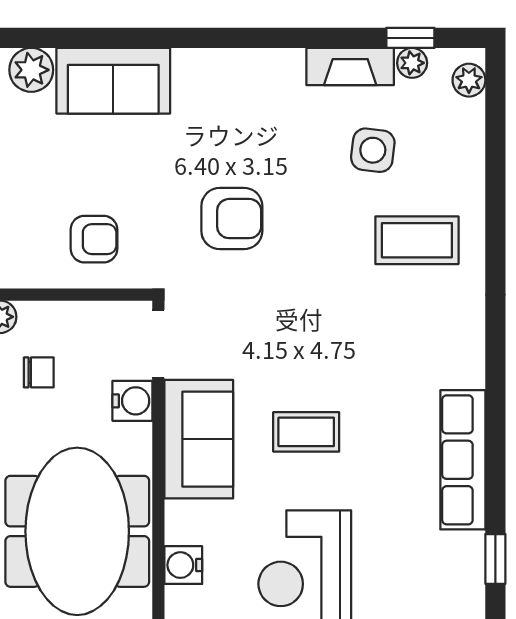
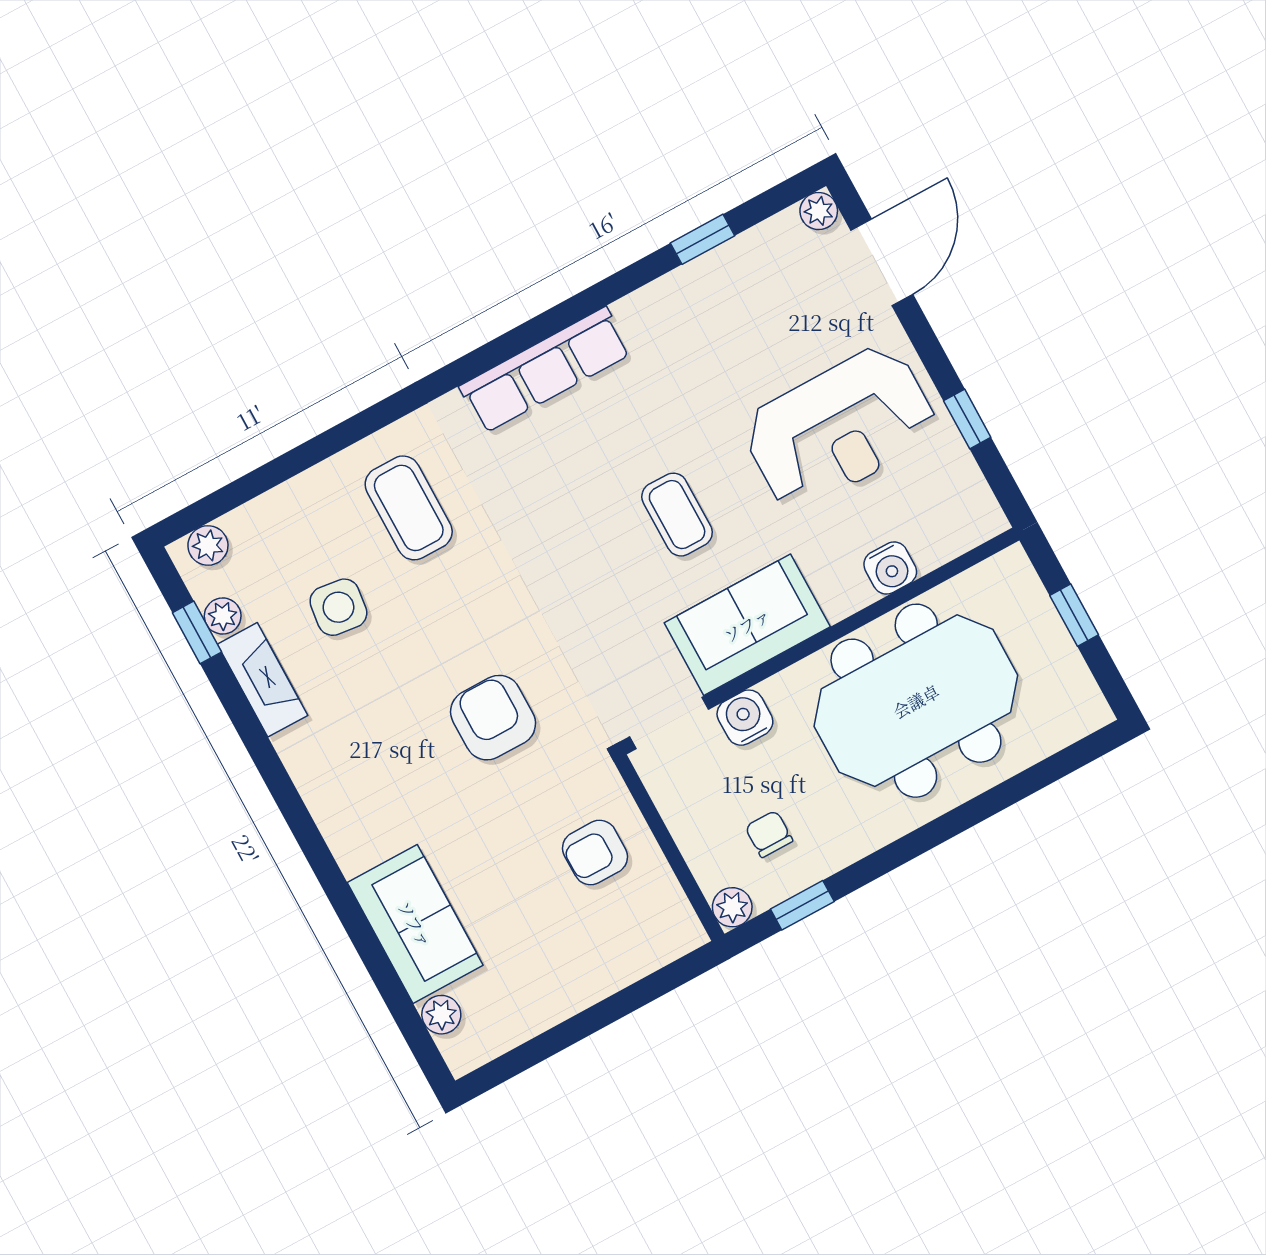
plant: (31, 70) -> (441, 1015), width x0.73, depth x0.73
armchair: (94, 239) -> (595, 852), turned -90
row of seats: (463, 460) -> (545, 370), moved

